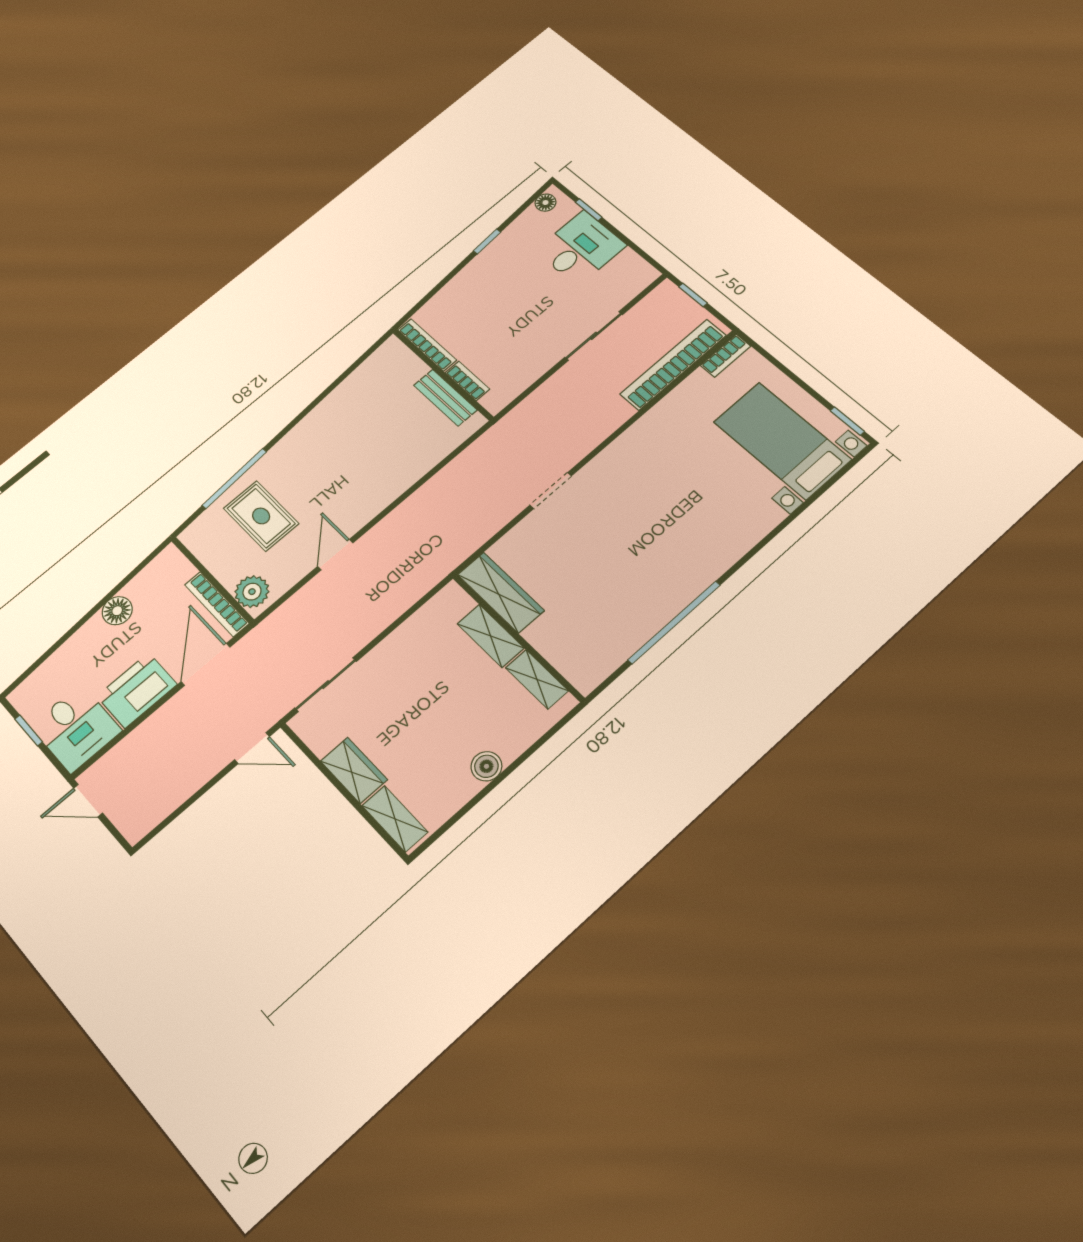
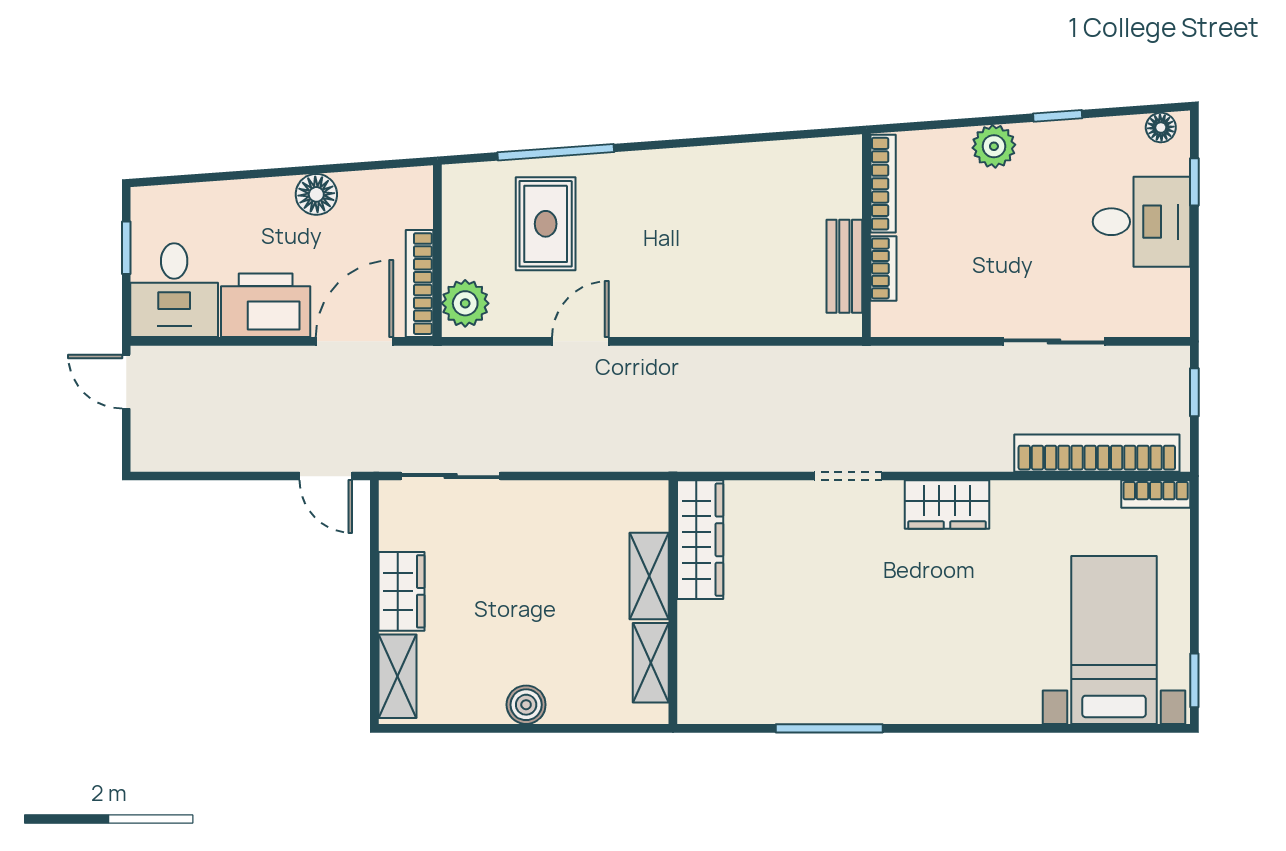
plant: (468, 281) -> (994, 146), added
wardrobe: (620, 457) -> (947, 505), added
window: (674, 622) -> (829, 728), width x0.68

